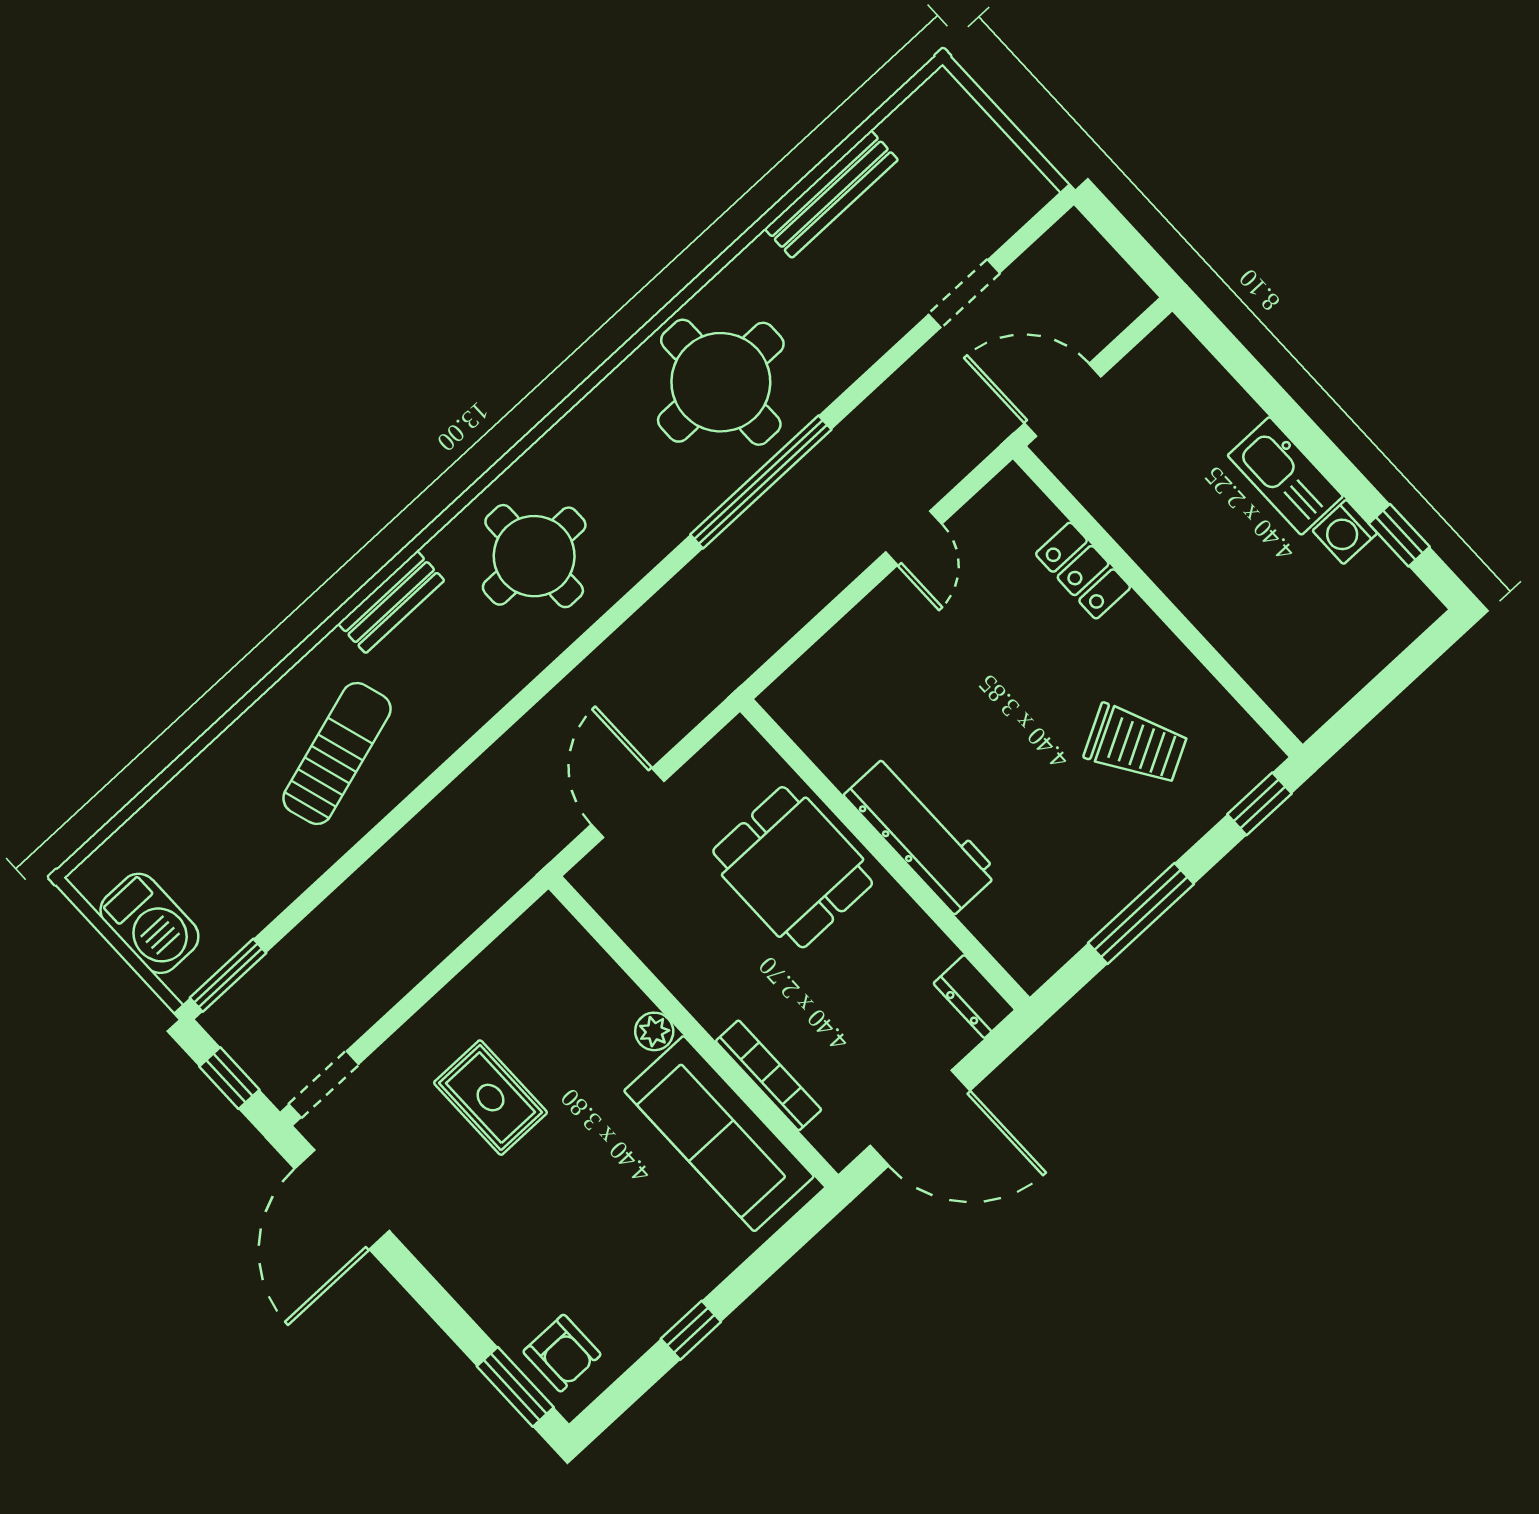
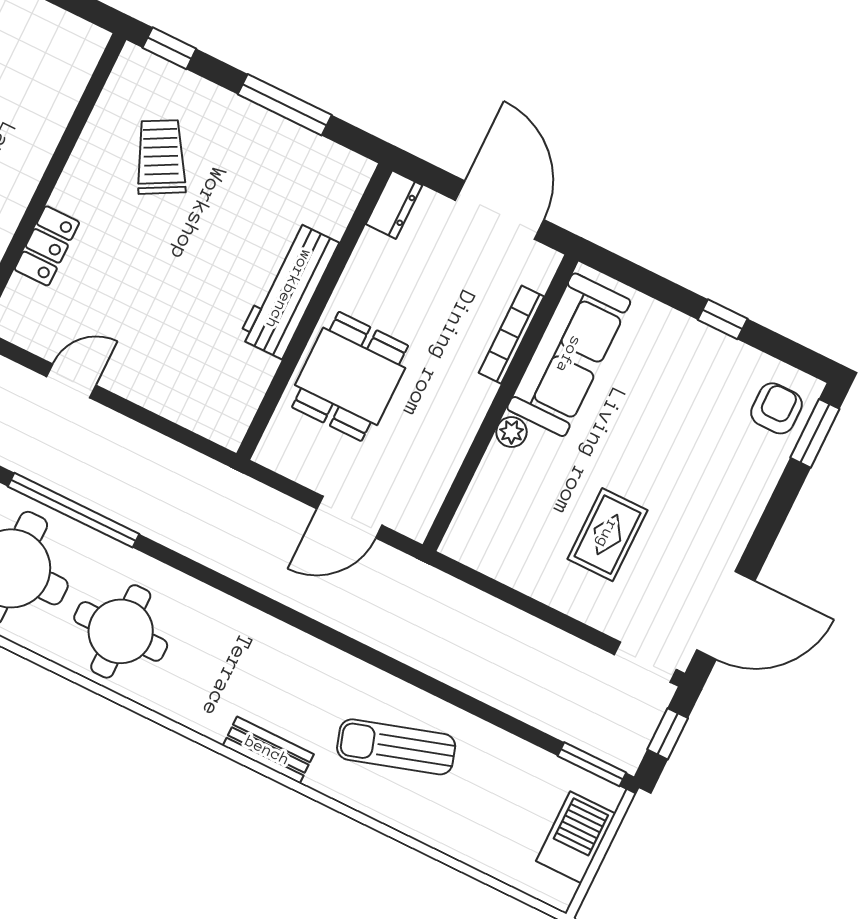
round table: (534, 556) -> (121, 631), moved

